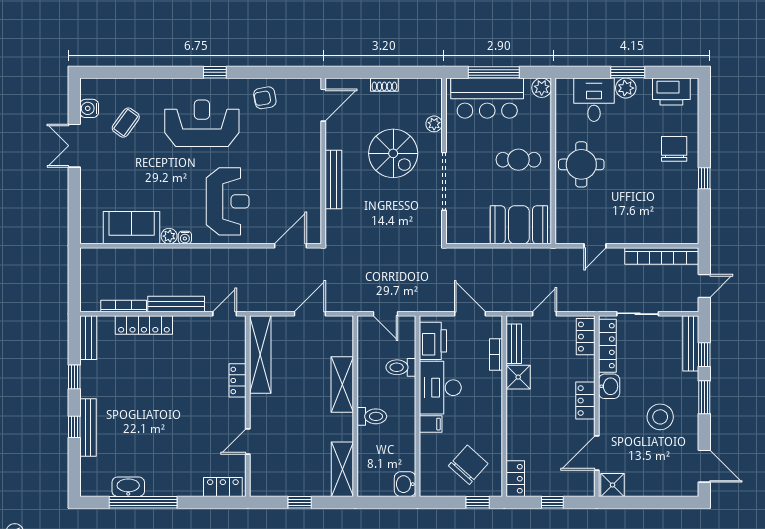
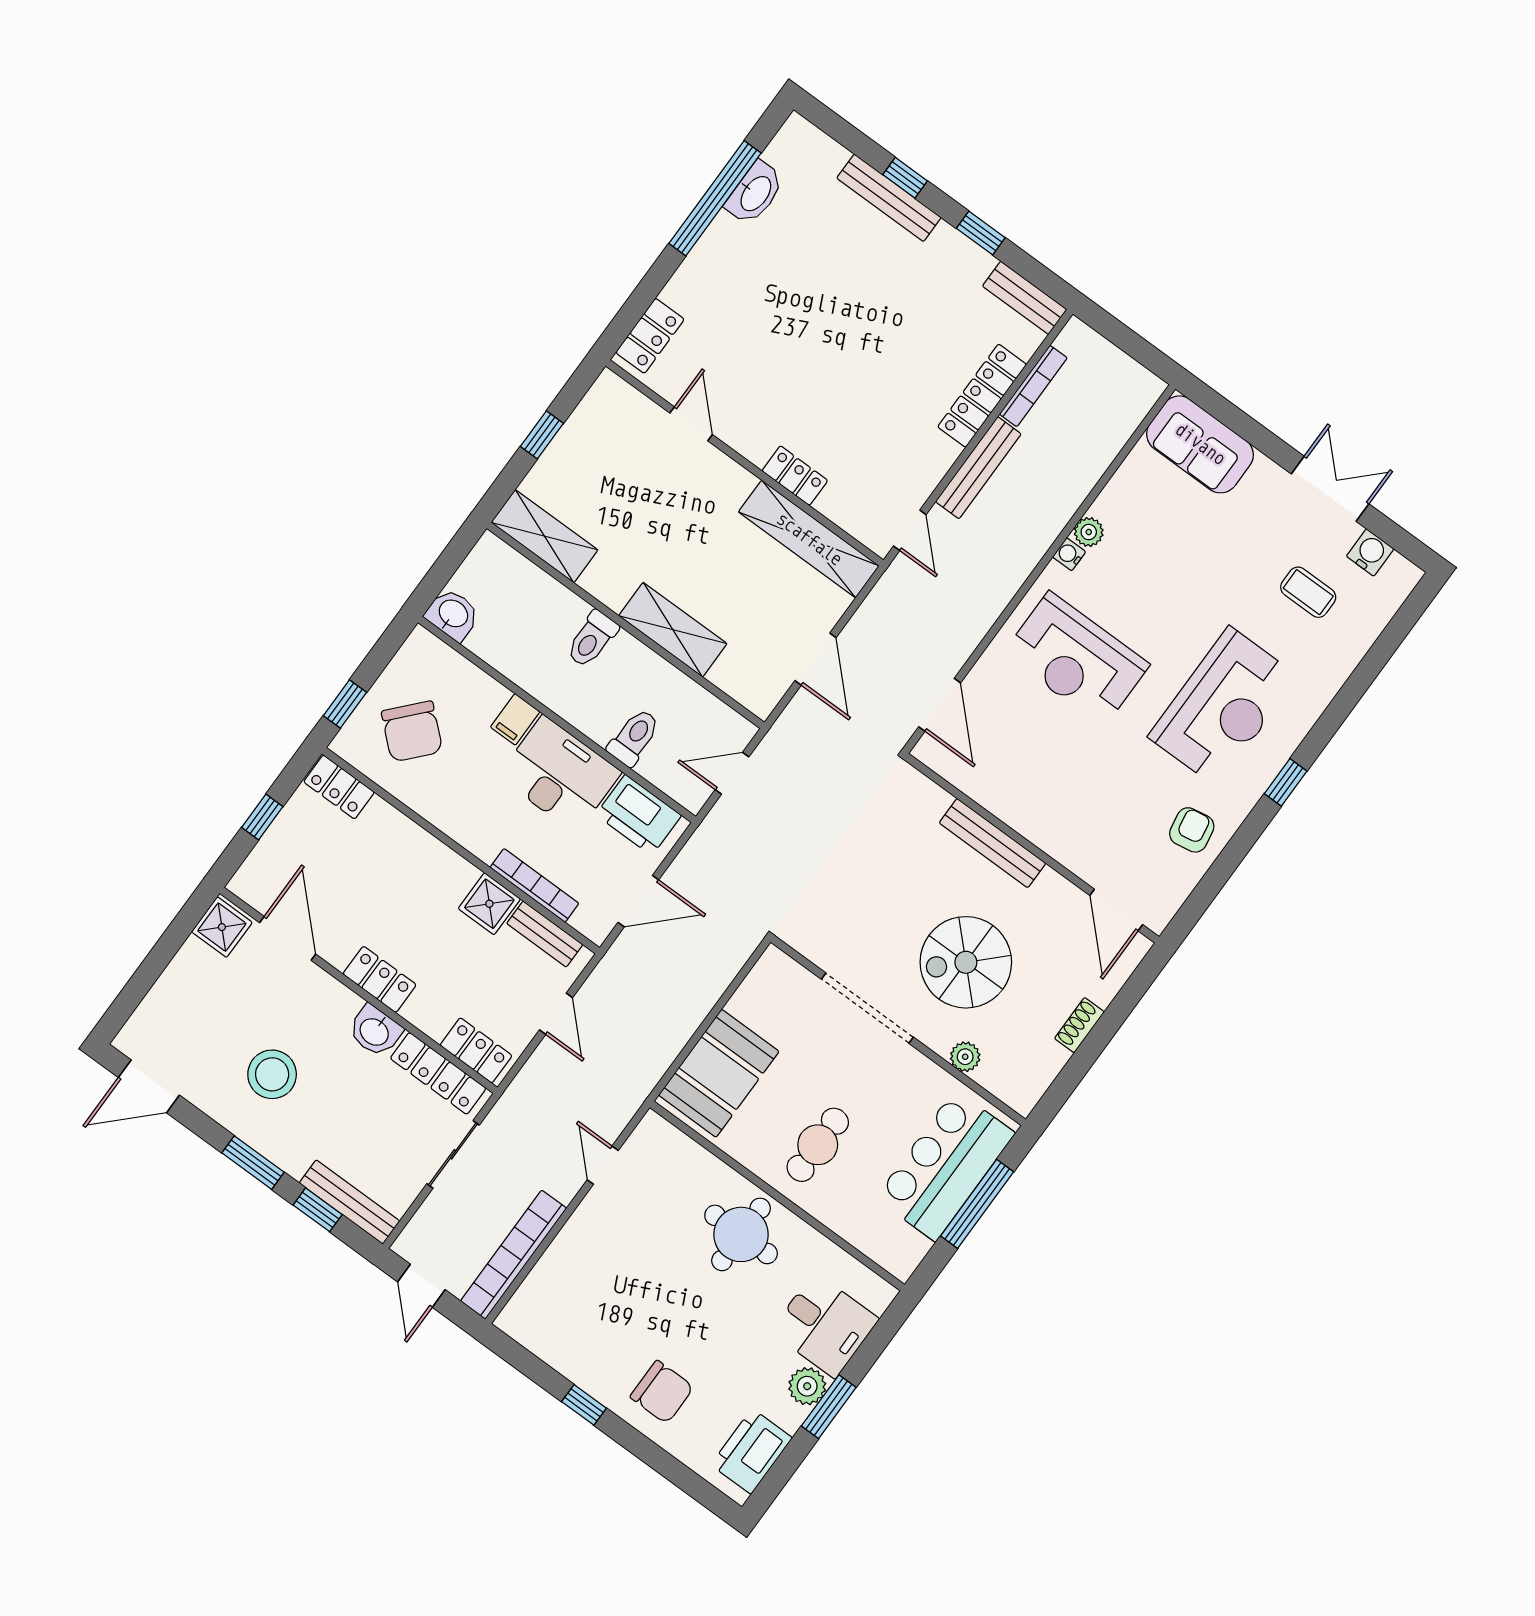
plant: (542, 88) -> (901, 1259), removed
coffee table: (126, 123) -> (1308, 592), turned -36
sofa: (132, 228) -> (1200, 444), moved, turned 90
bookcase: (496, 355) -> (534, 885), width x1.56

